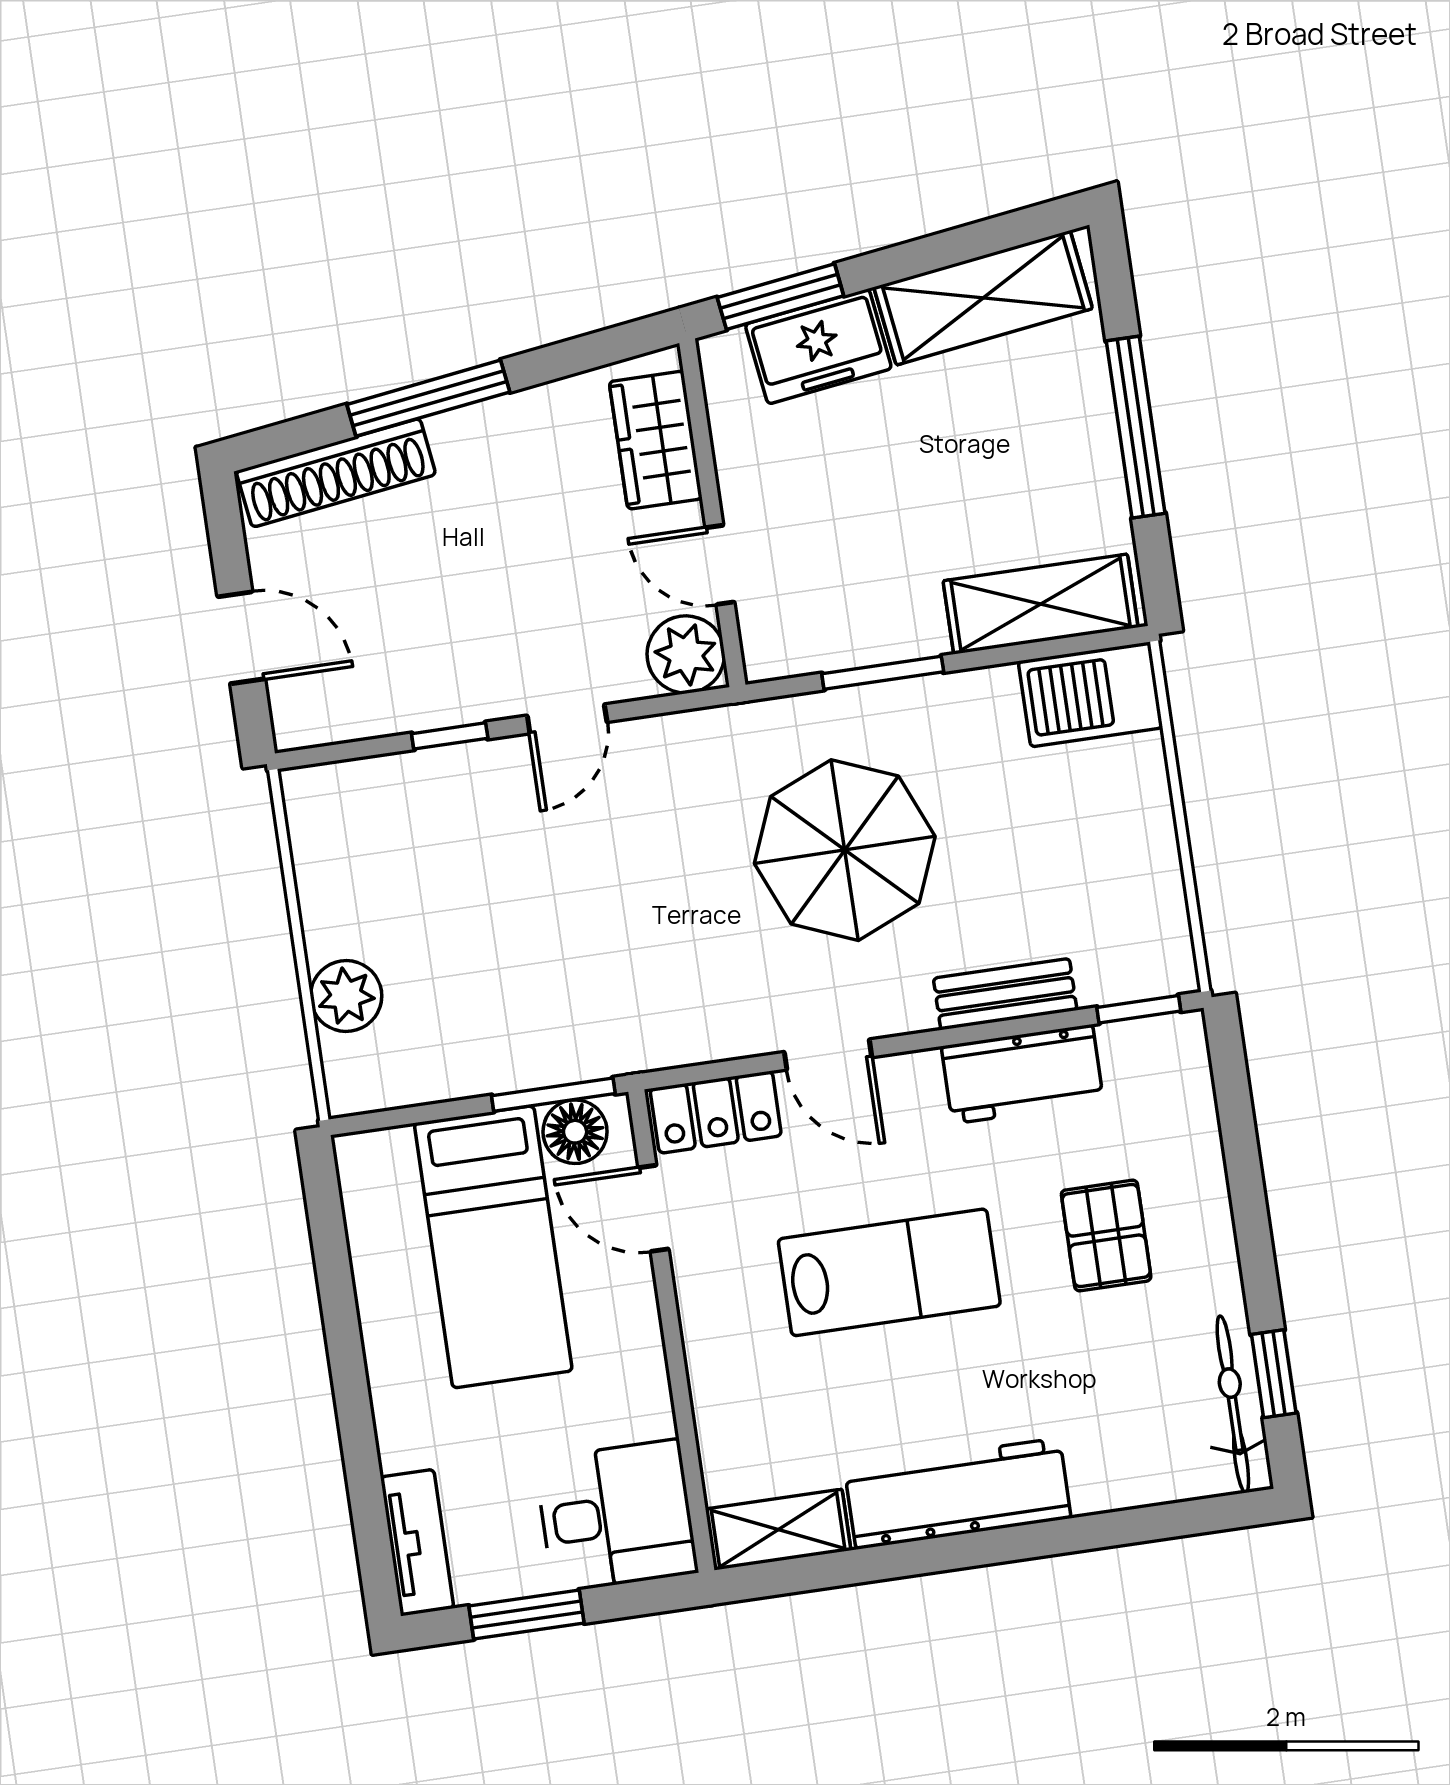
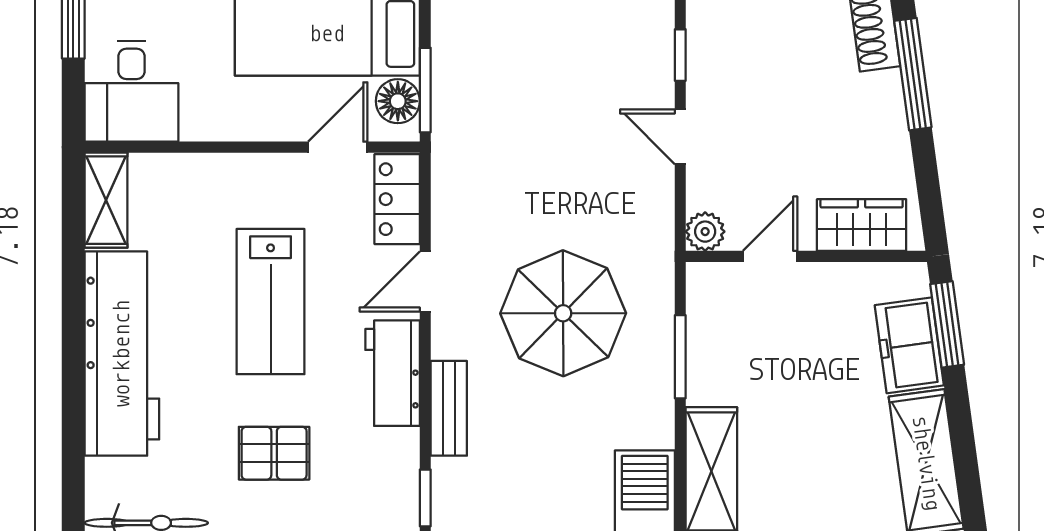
plant: (686, 654) -> (705, 232), width x0.73, depth x0.73
workbench: (1022, 1074) -> (393, 373), moved
workbench: (958, 1494) -> (122, 354), width x1.36, depth x1.32

